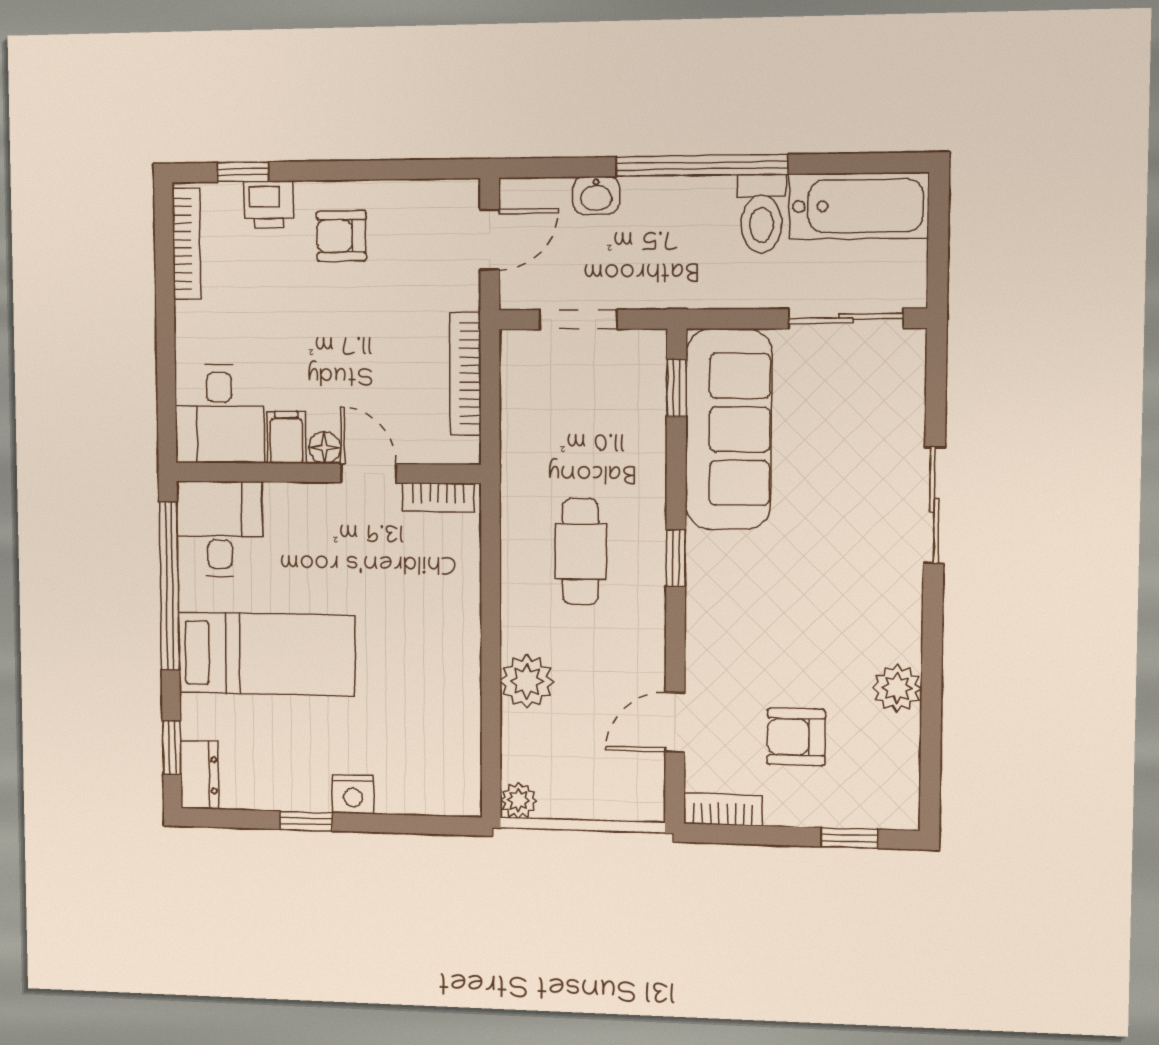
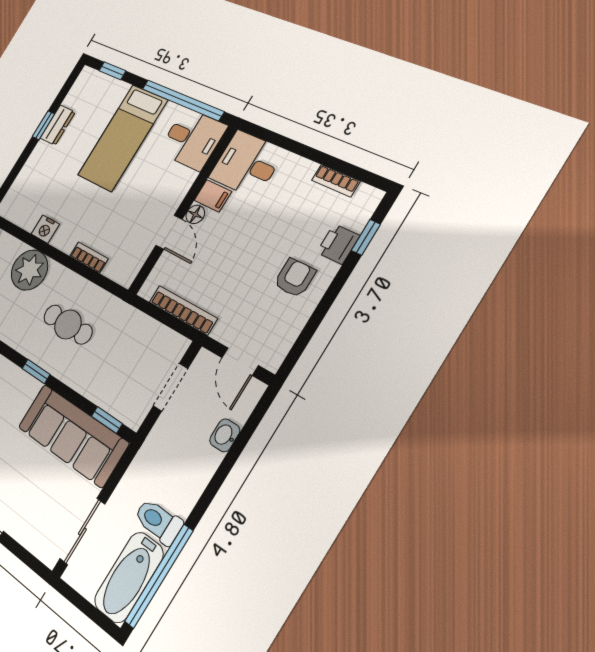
window: (702, 165) -> (159, 576), moved
bookcase: (187, 244) -> (336, 181), width x0.64
door: (369, 473) -> (169, 232), hinge flipped
bookcase: (438, 497) -> (89, 257), moved, turned 90
plant: (527, 681) -> (29, 270), width x1.36, depth x1.36
dresser: (199, 775) -> (58, 125), moved, turned -90
nightstand: (353, 794) -> (45, 229), moved, turned -90

